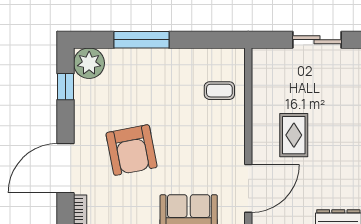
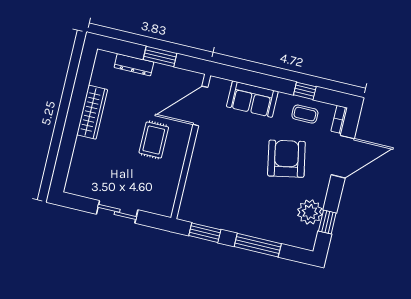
window: (208, 40) -> (205, 233), added
plant: (89, 63) -> (310, 212), moved
coffee table: (219, 91) -> (305, 114), moved

